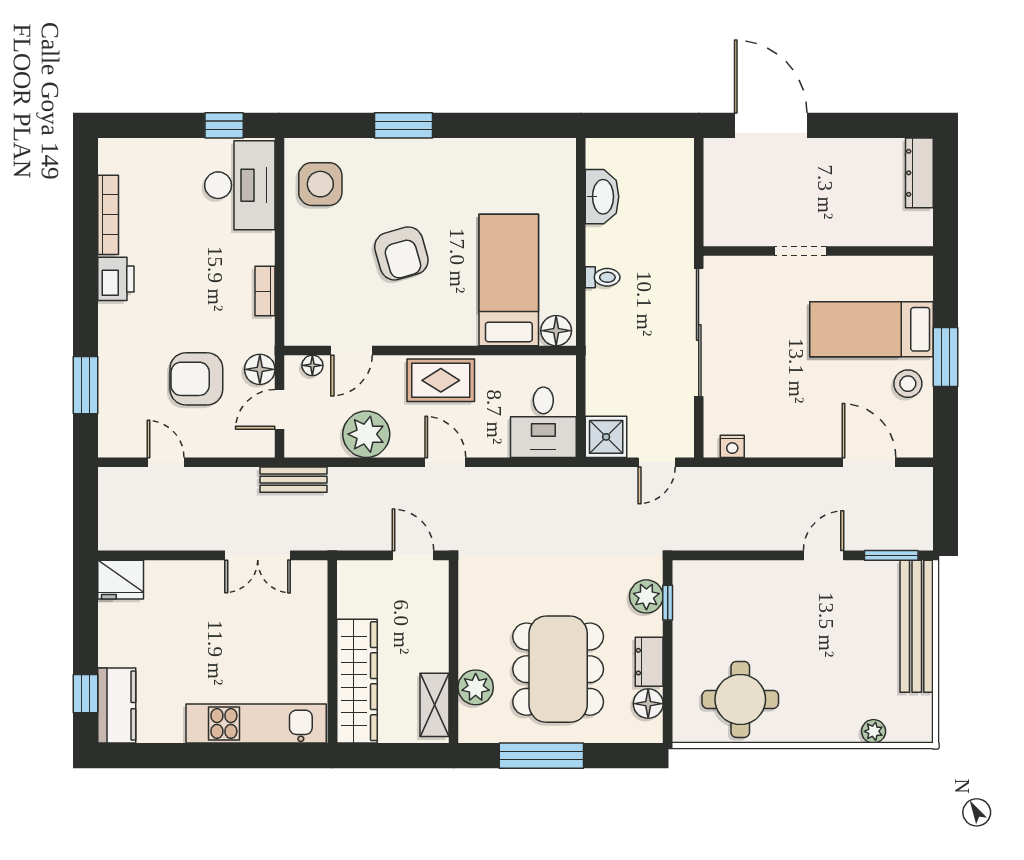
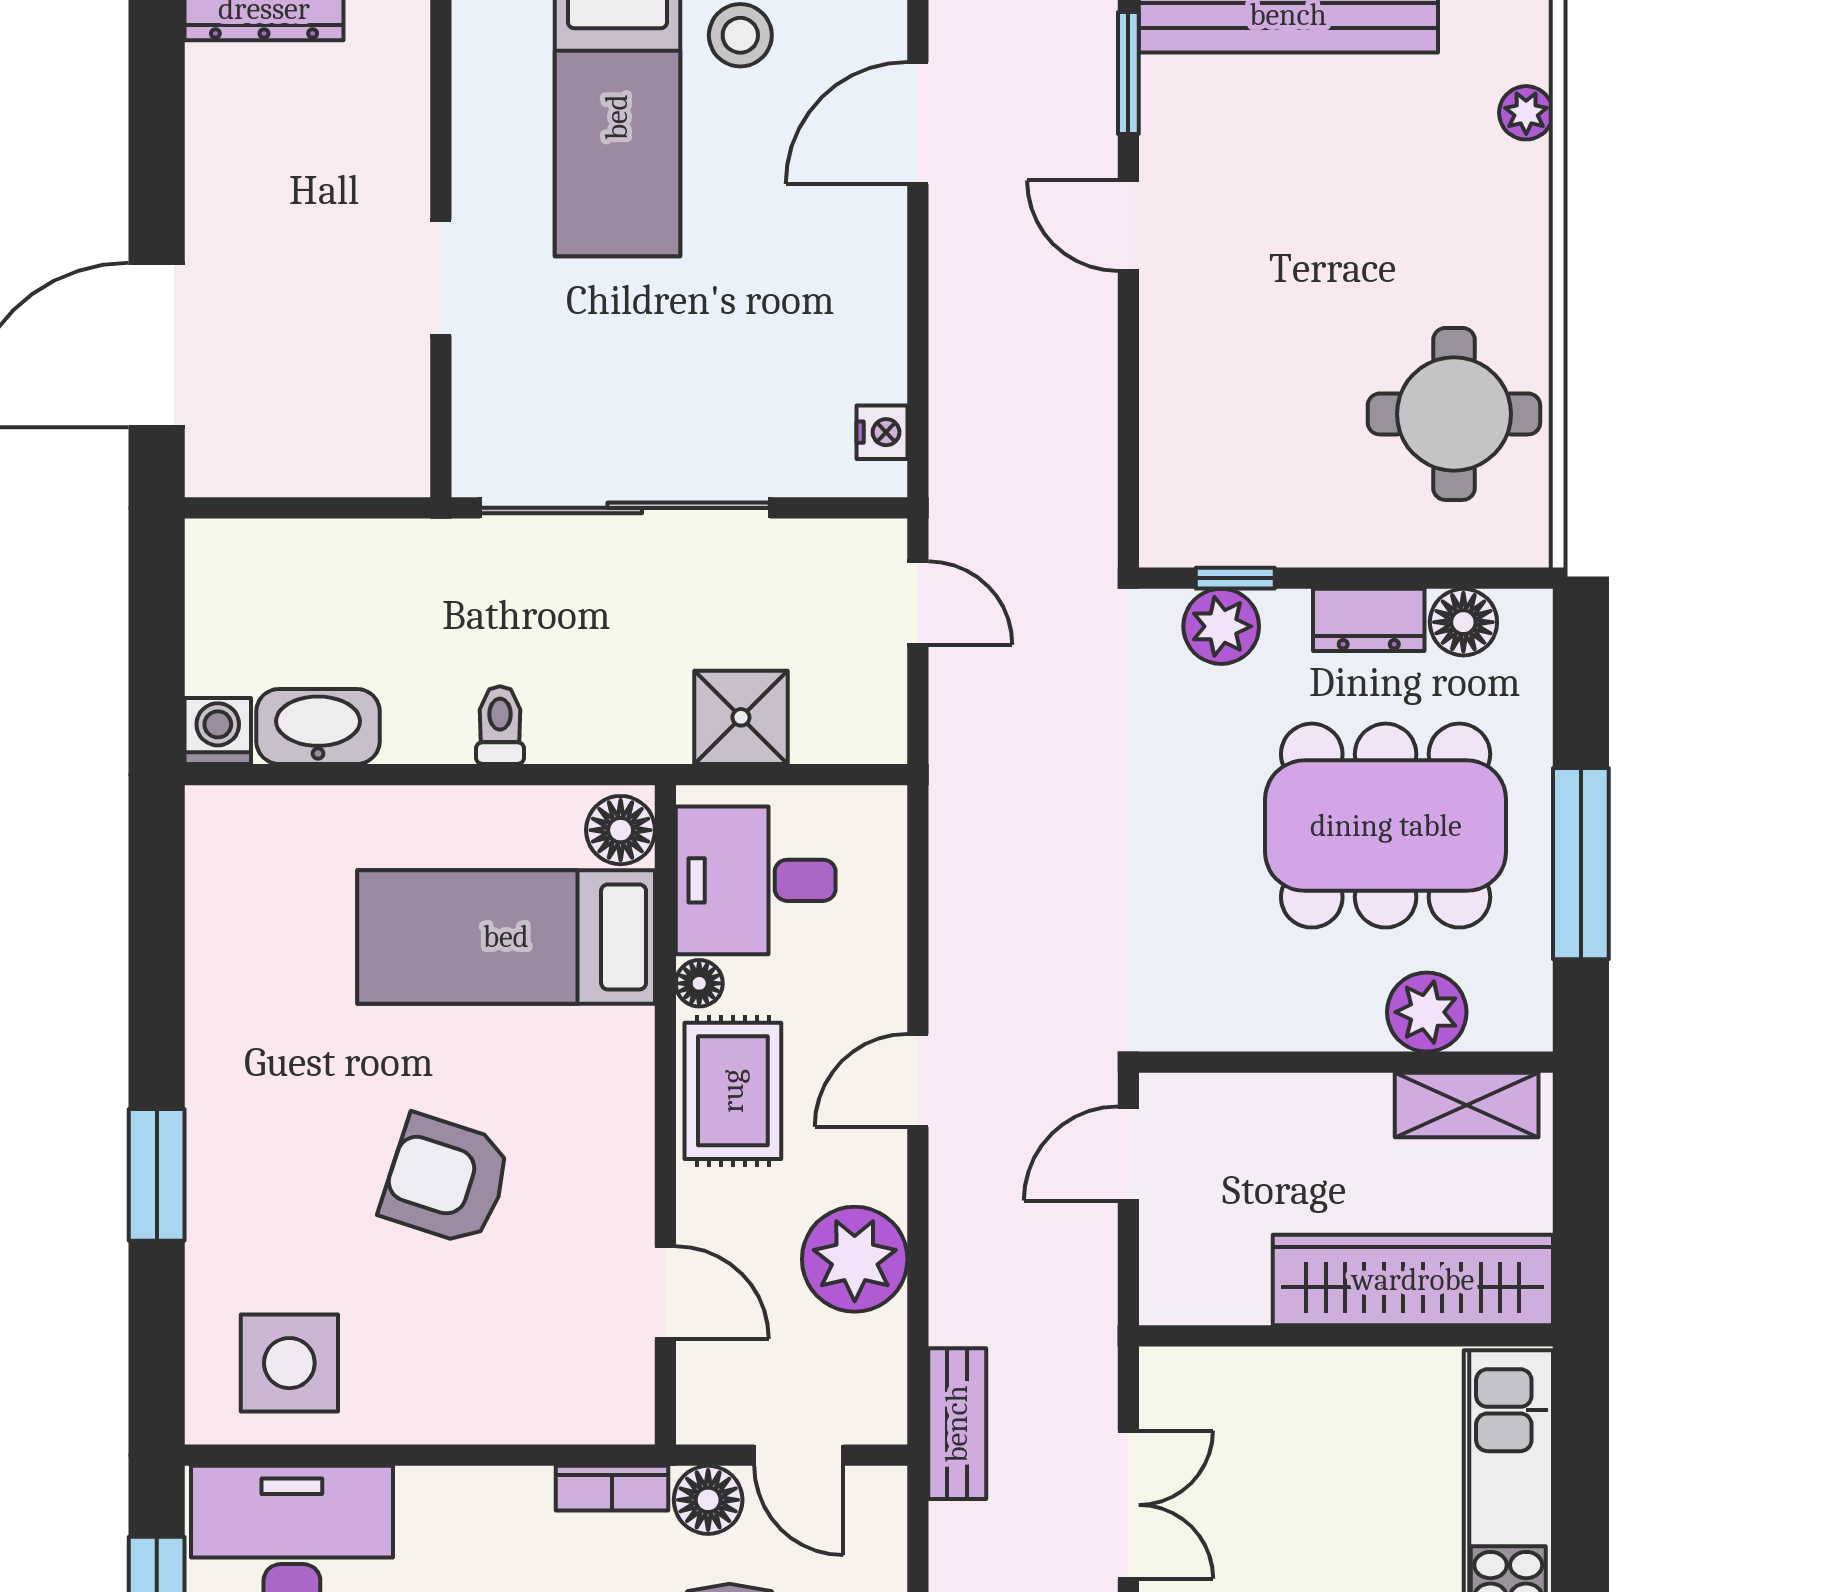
washing machine: (600, 152) -> (218, 731), added
armchair: (401, 253) -> (446, 1180), turned -146
bookcase: (265, 291) -> (612, 1488), moved
floor lamp: (312, 365) -> (699, 983), moved
desk: (543, 422) -> (756, 880), moved, turned 180
shower: (606, 437) -> (741, 717), moved

